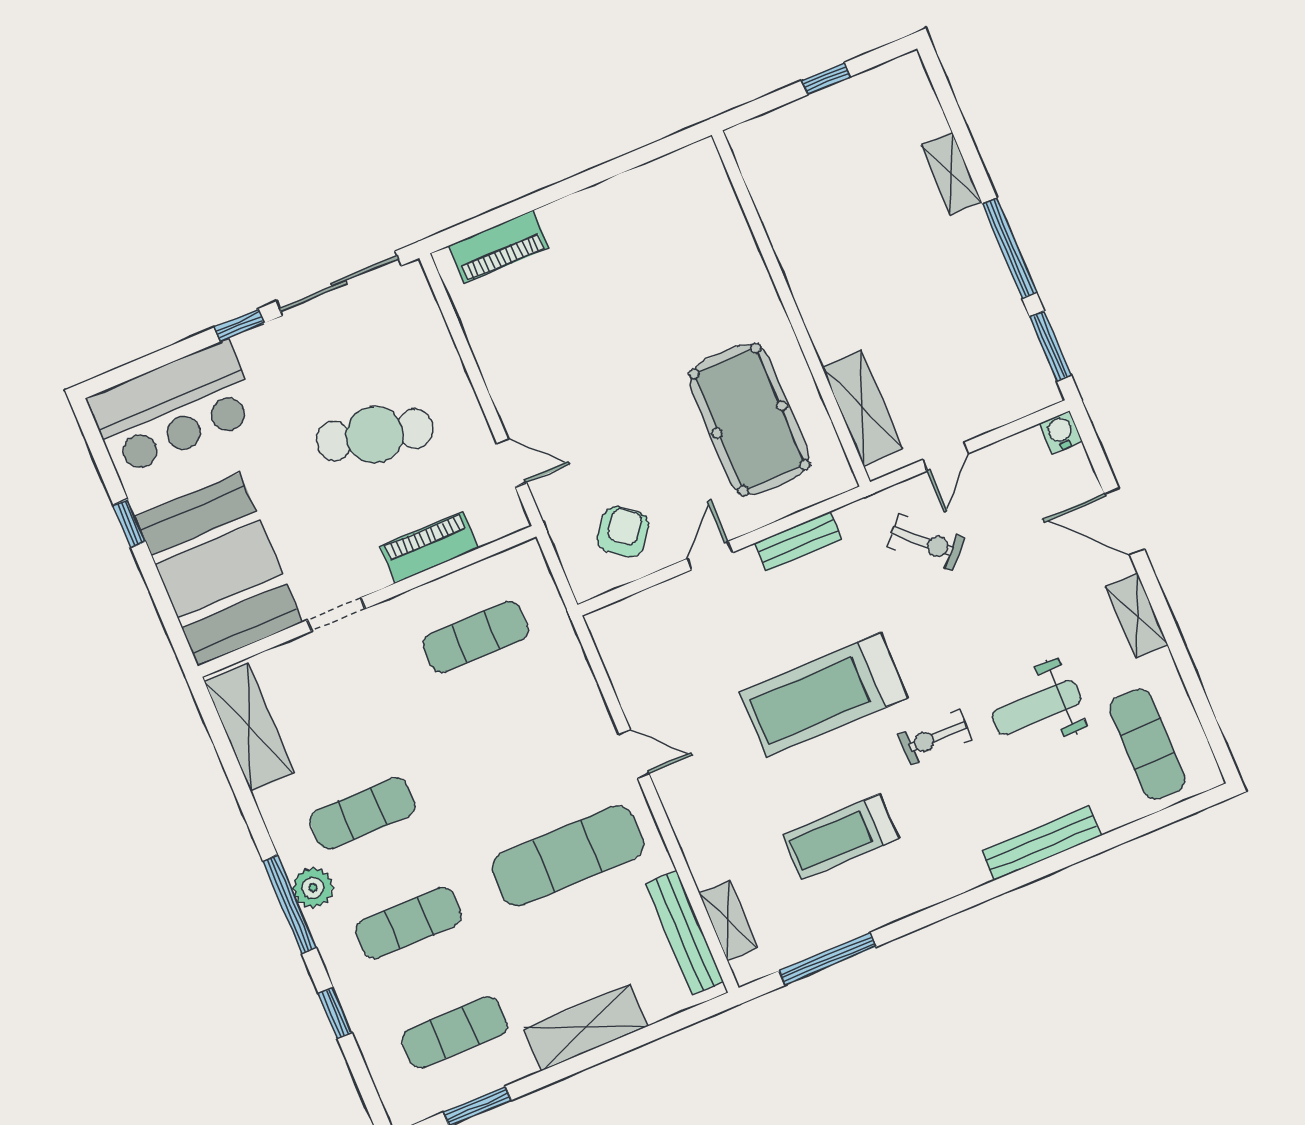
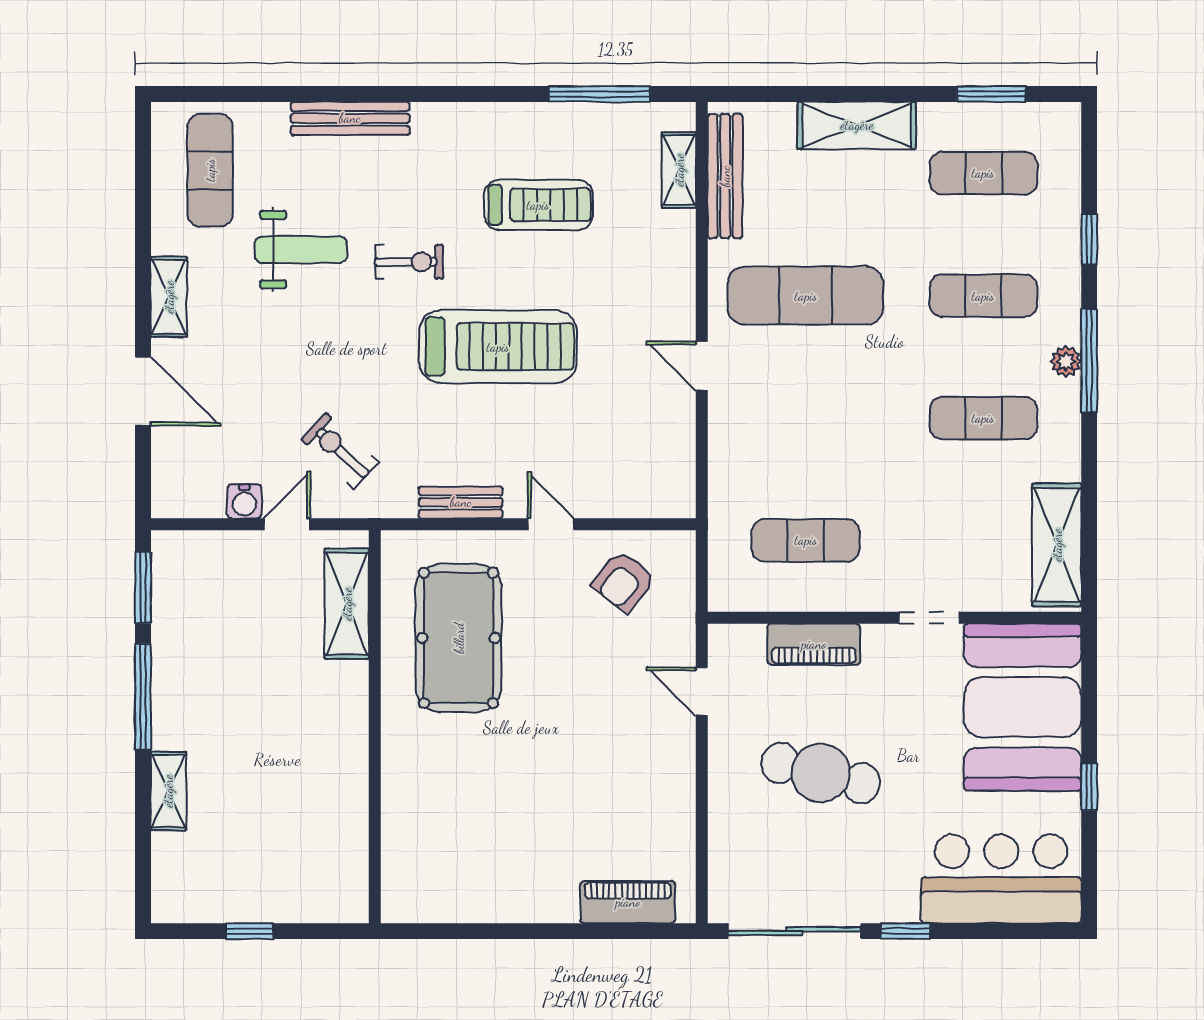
water cooler: (1061, 432) -> (244, 501), moved
door: (710, 556) -> (551, 524), swing flipped
plant: (313, 888) -> (1066, 361), width x0.73, depth x0.73

